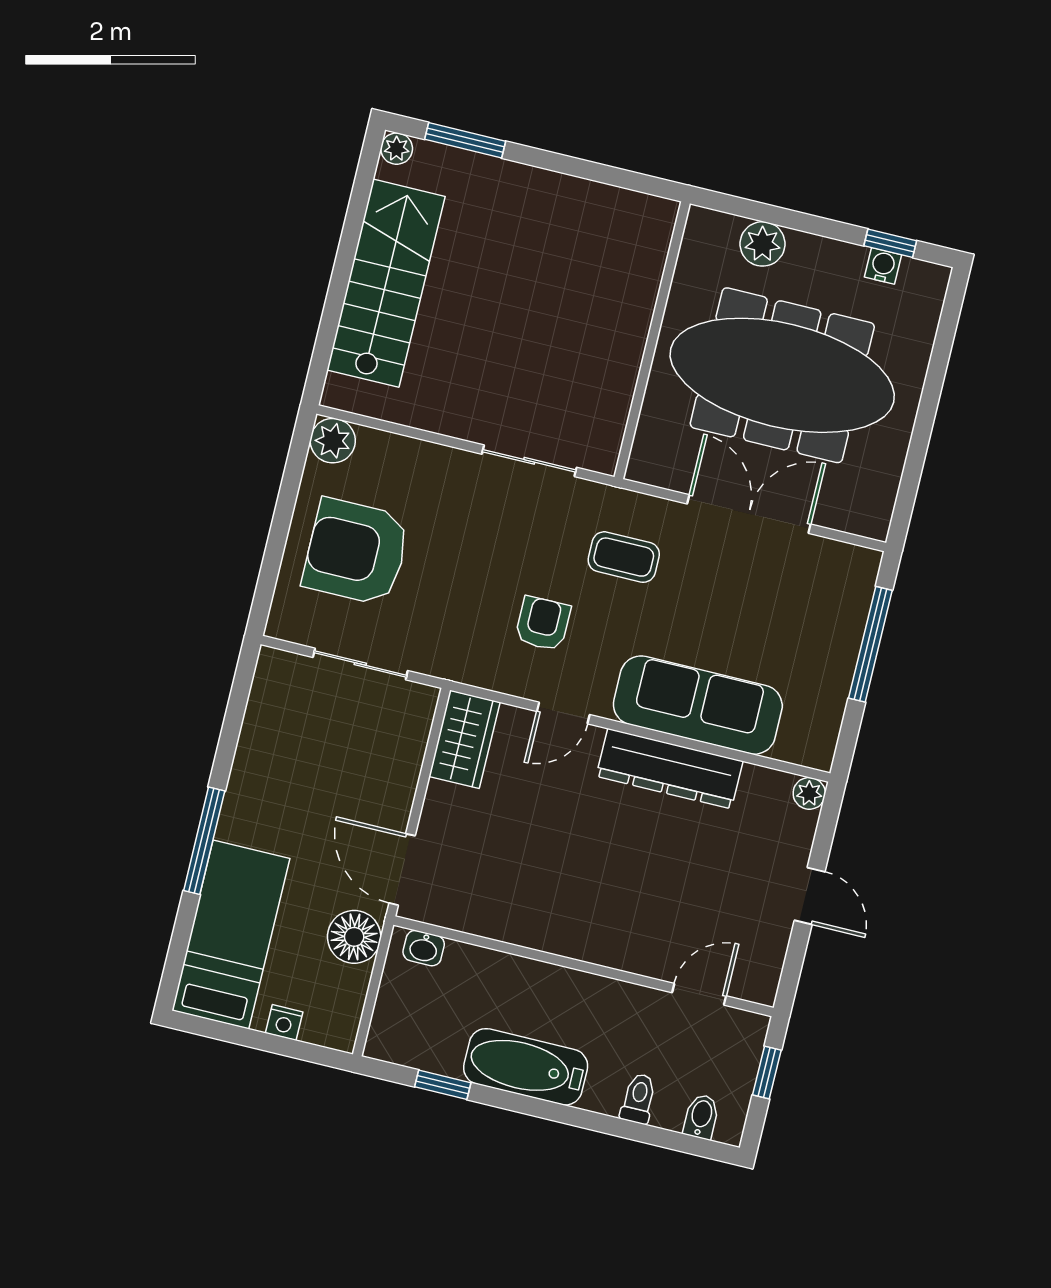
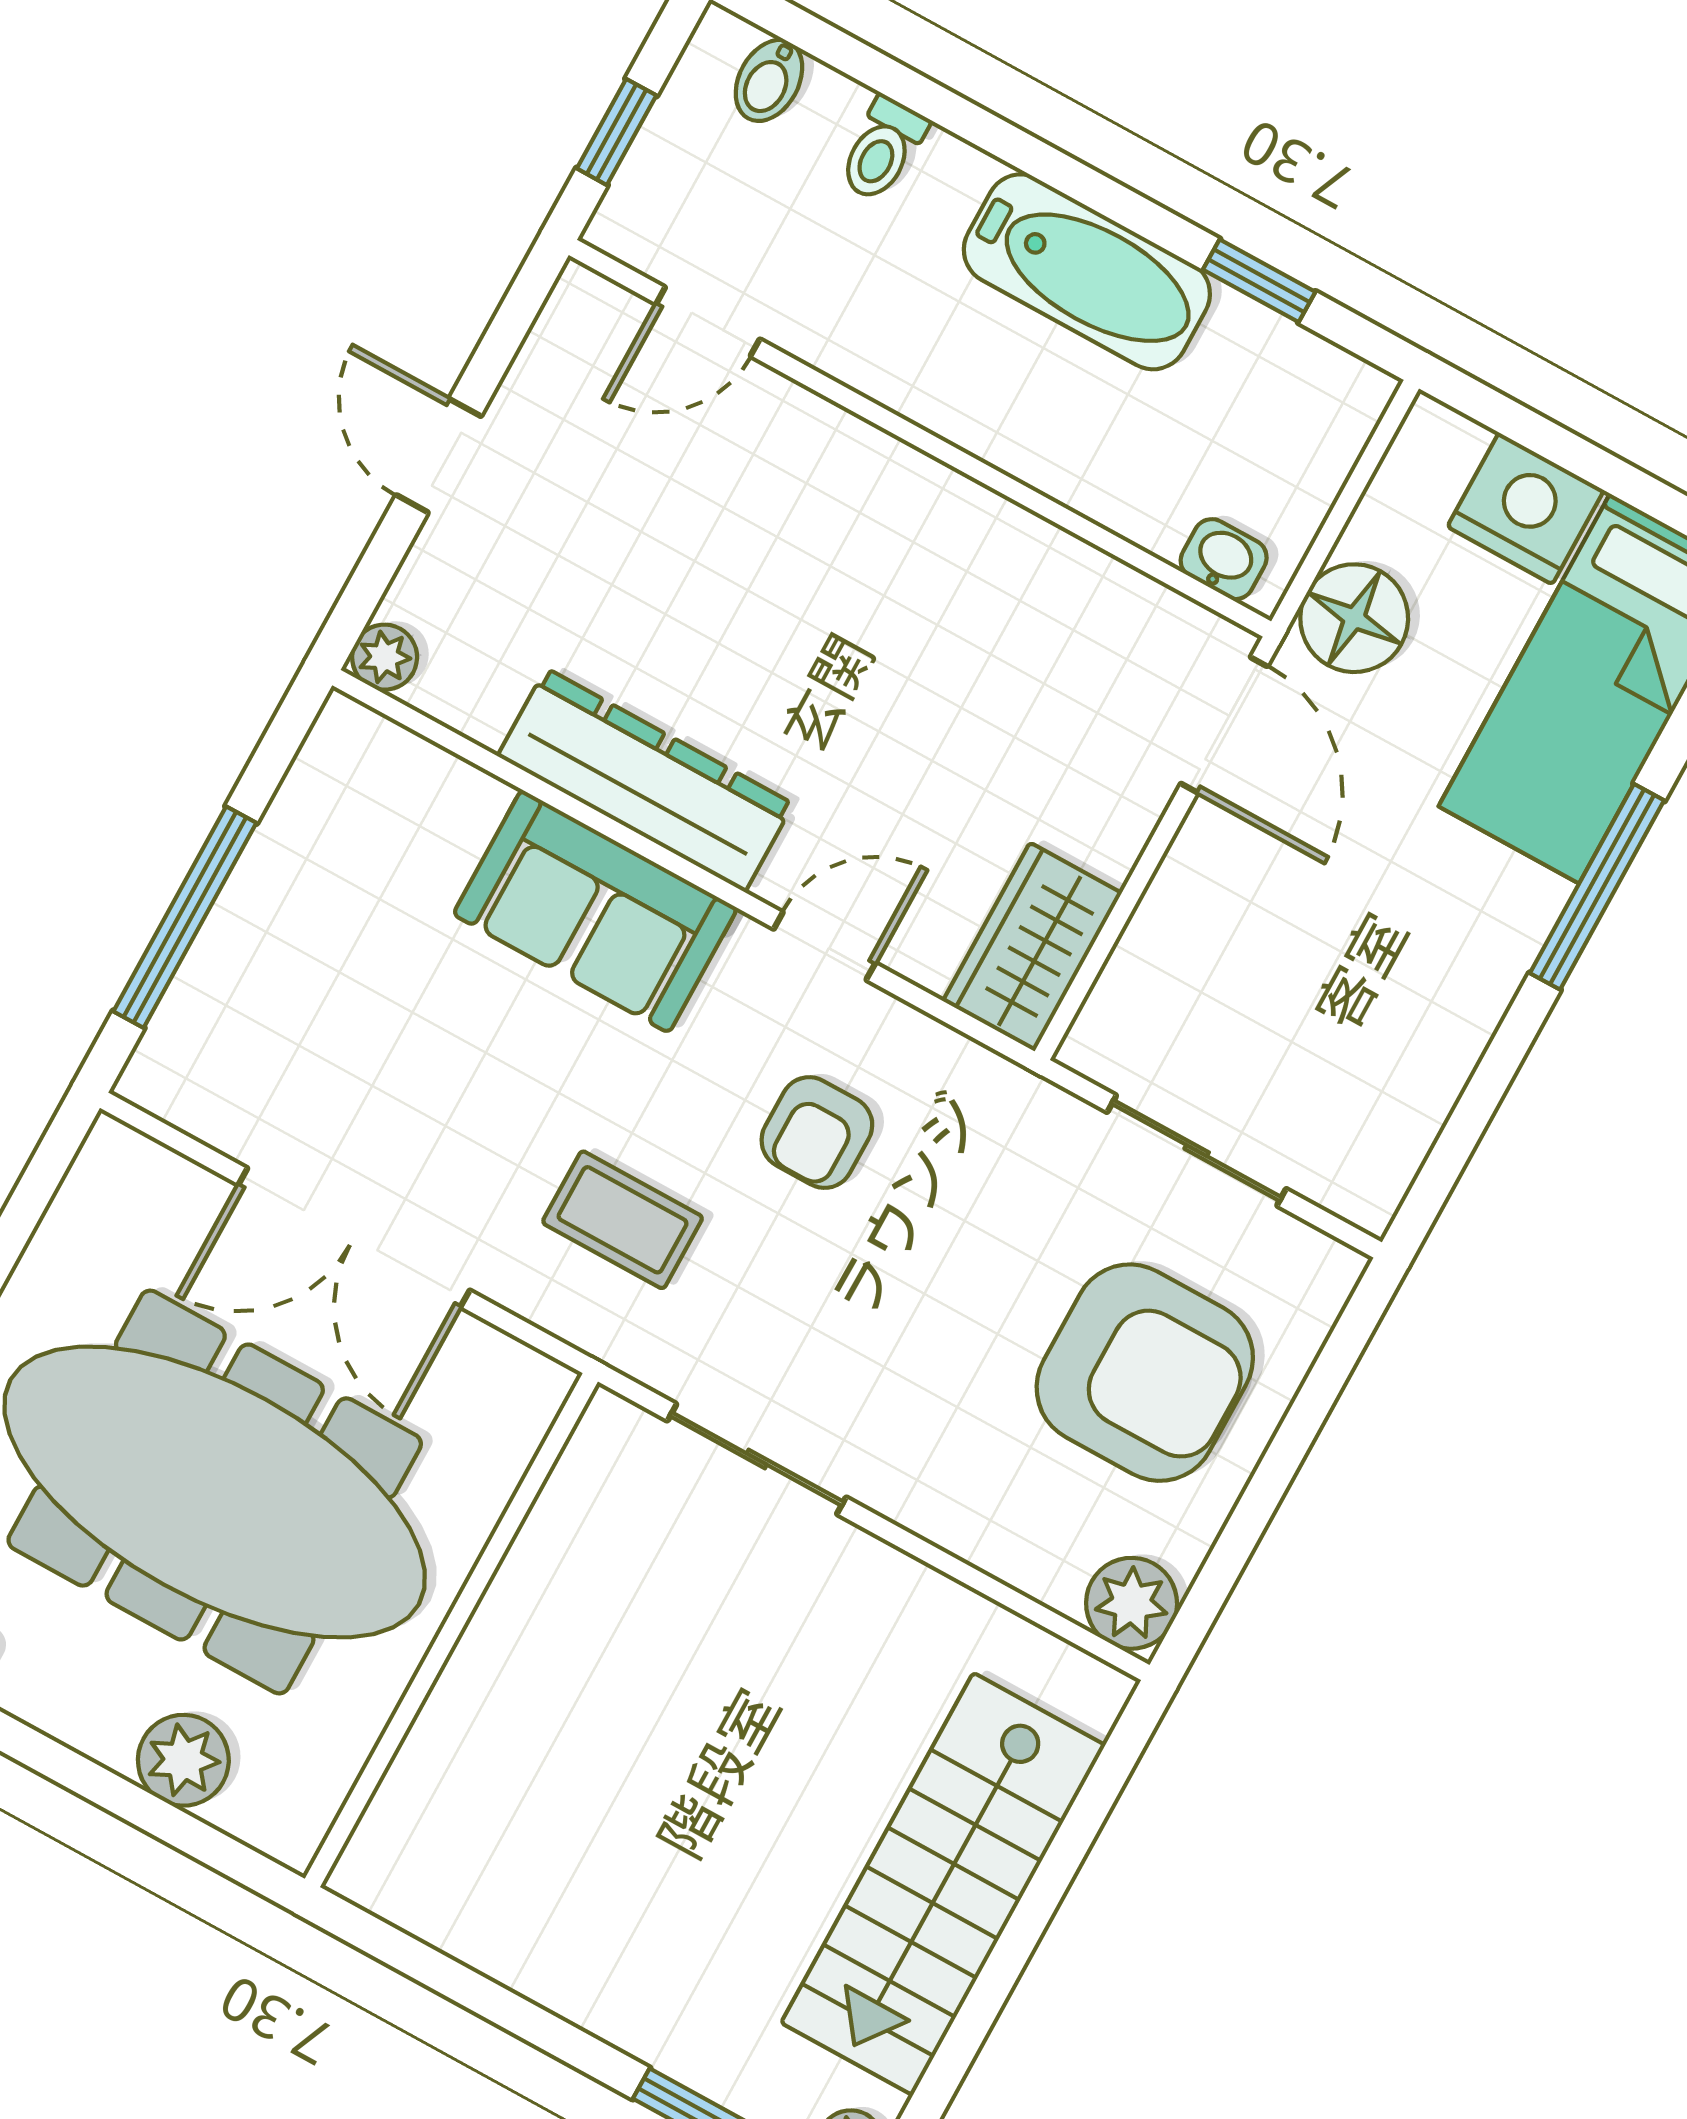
sofa: (698, 705) -> (595, 911), width x0.73
nightstand: (284, 1022) -> (1526, 508), width x1.89, depth x1.79

